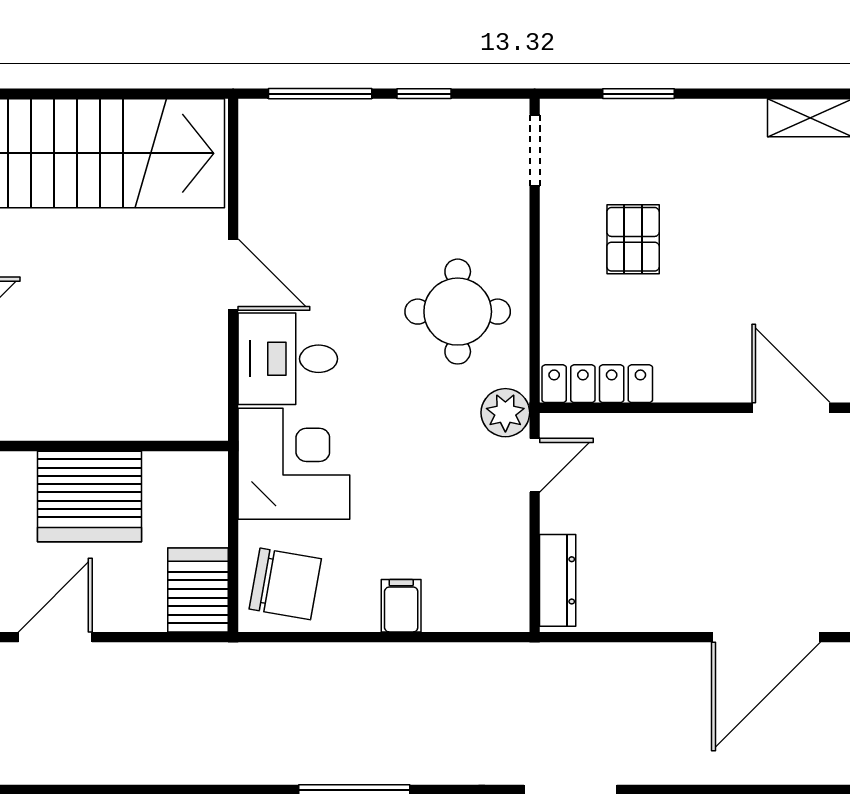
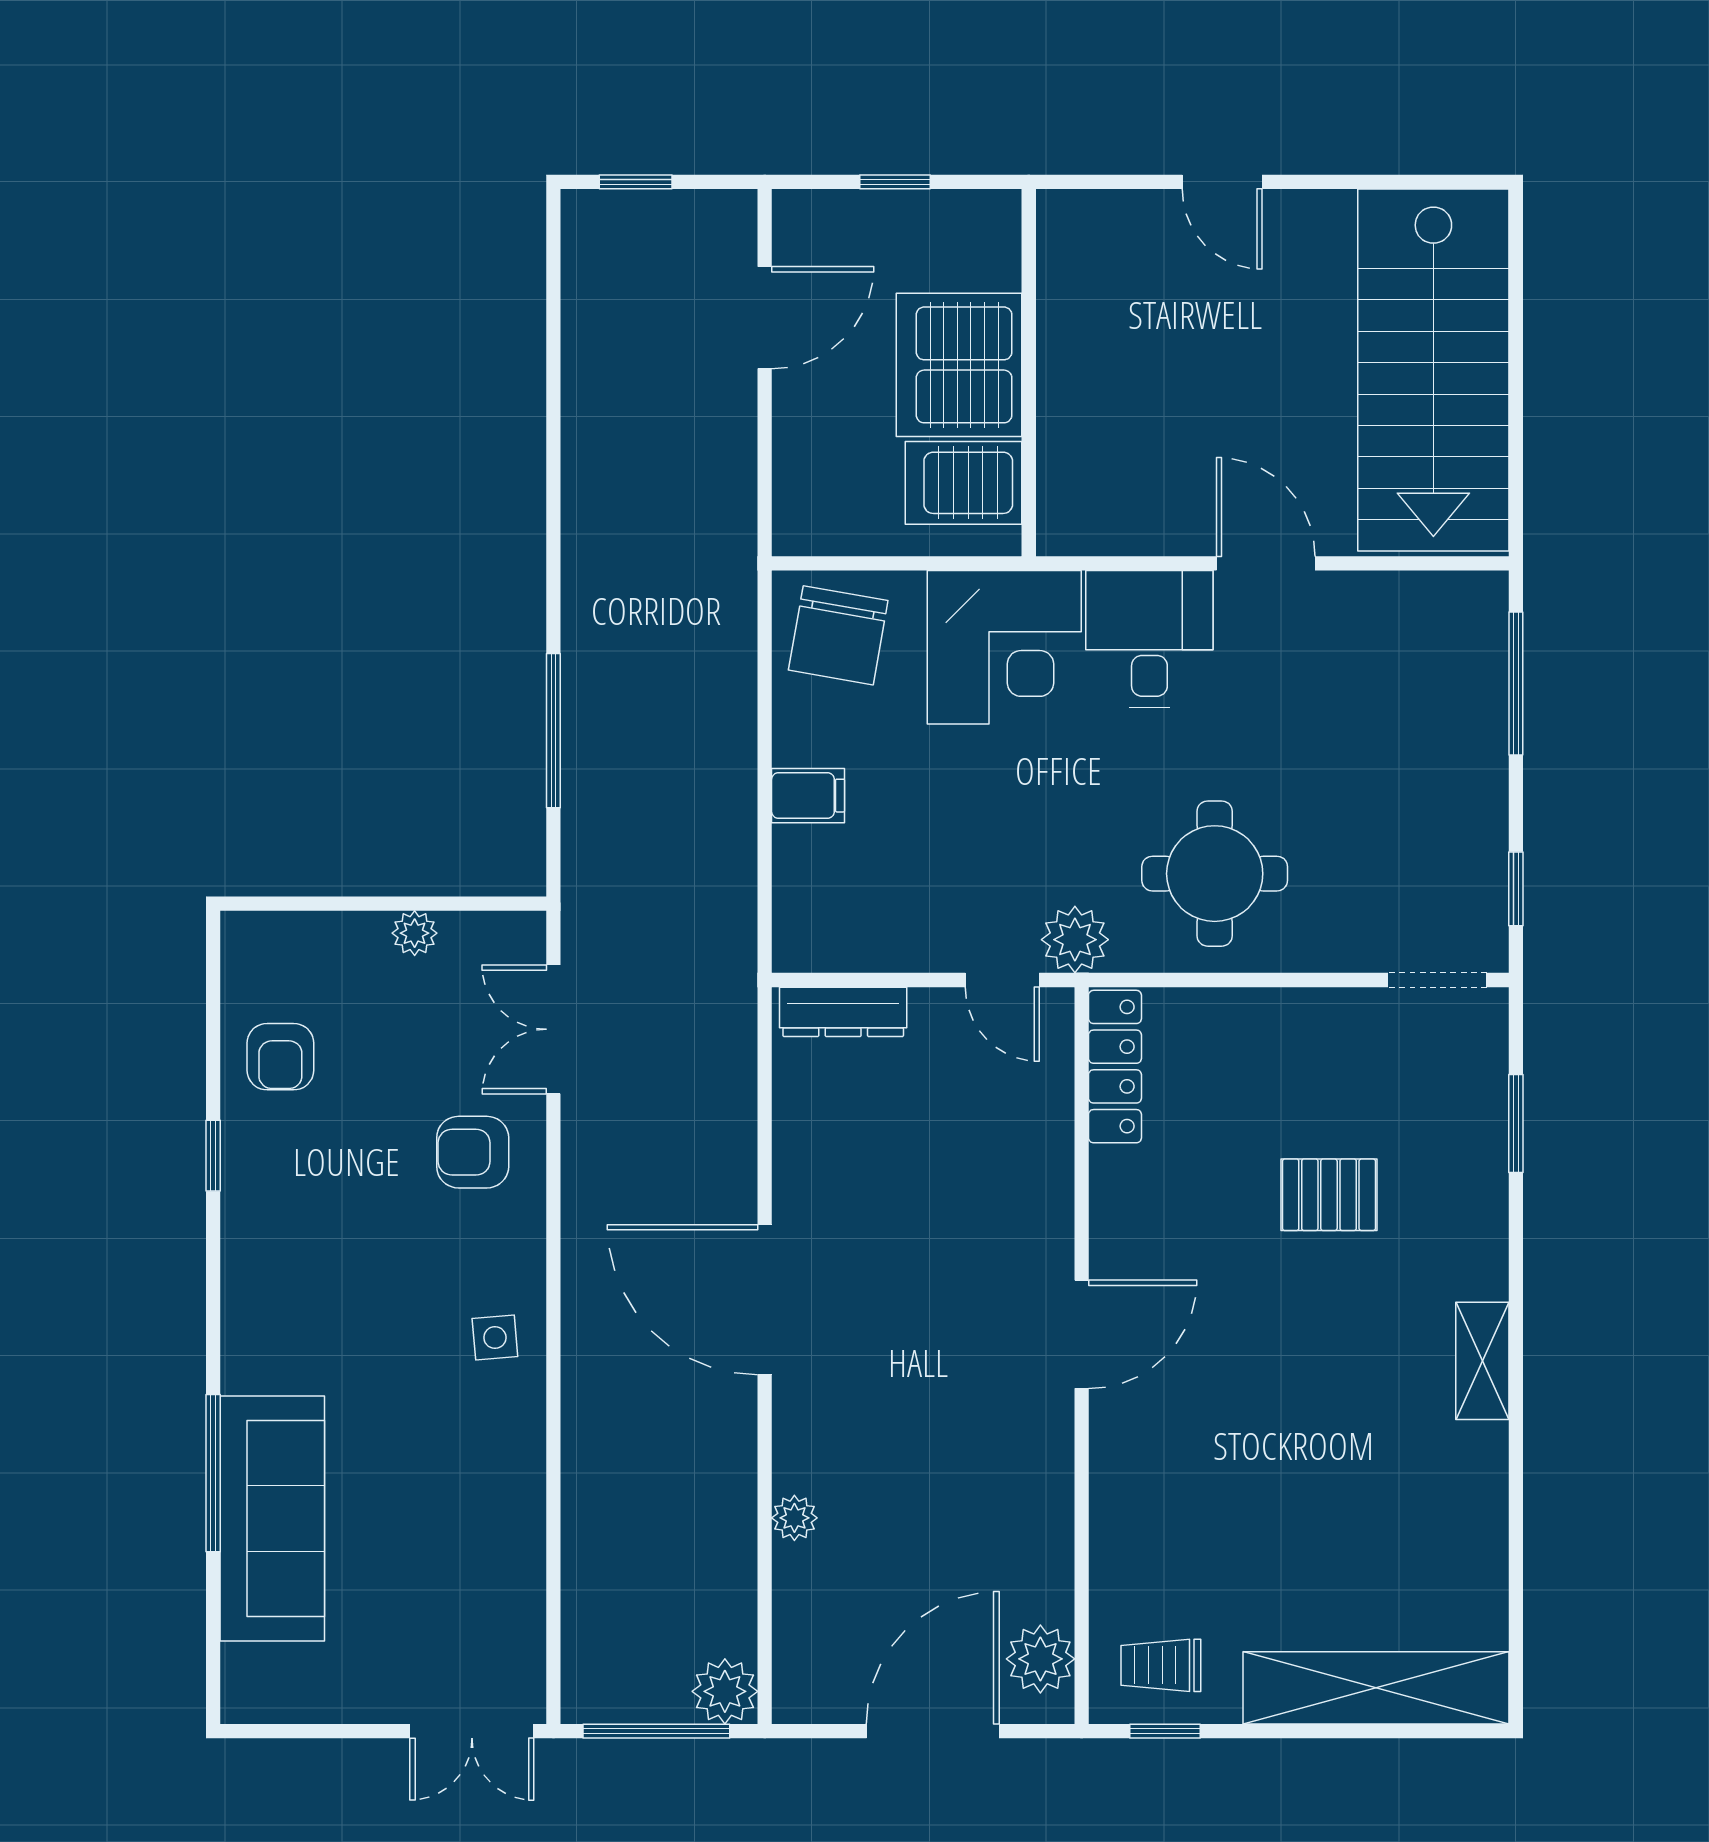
window: (424, 94) -> (1516, 889), moved
pallet: (633, 239) -> (1329, 1195), moved
door: (233, 275) -> (1266, 563), swing flipped
server rack: (198, 590) -> (964, 483), moved, turned 180
door: (55, 637) -> (765, 318), hinge flipped

